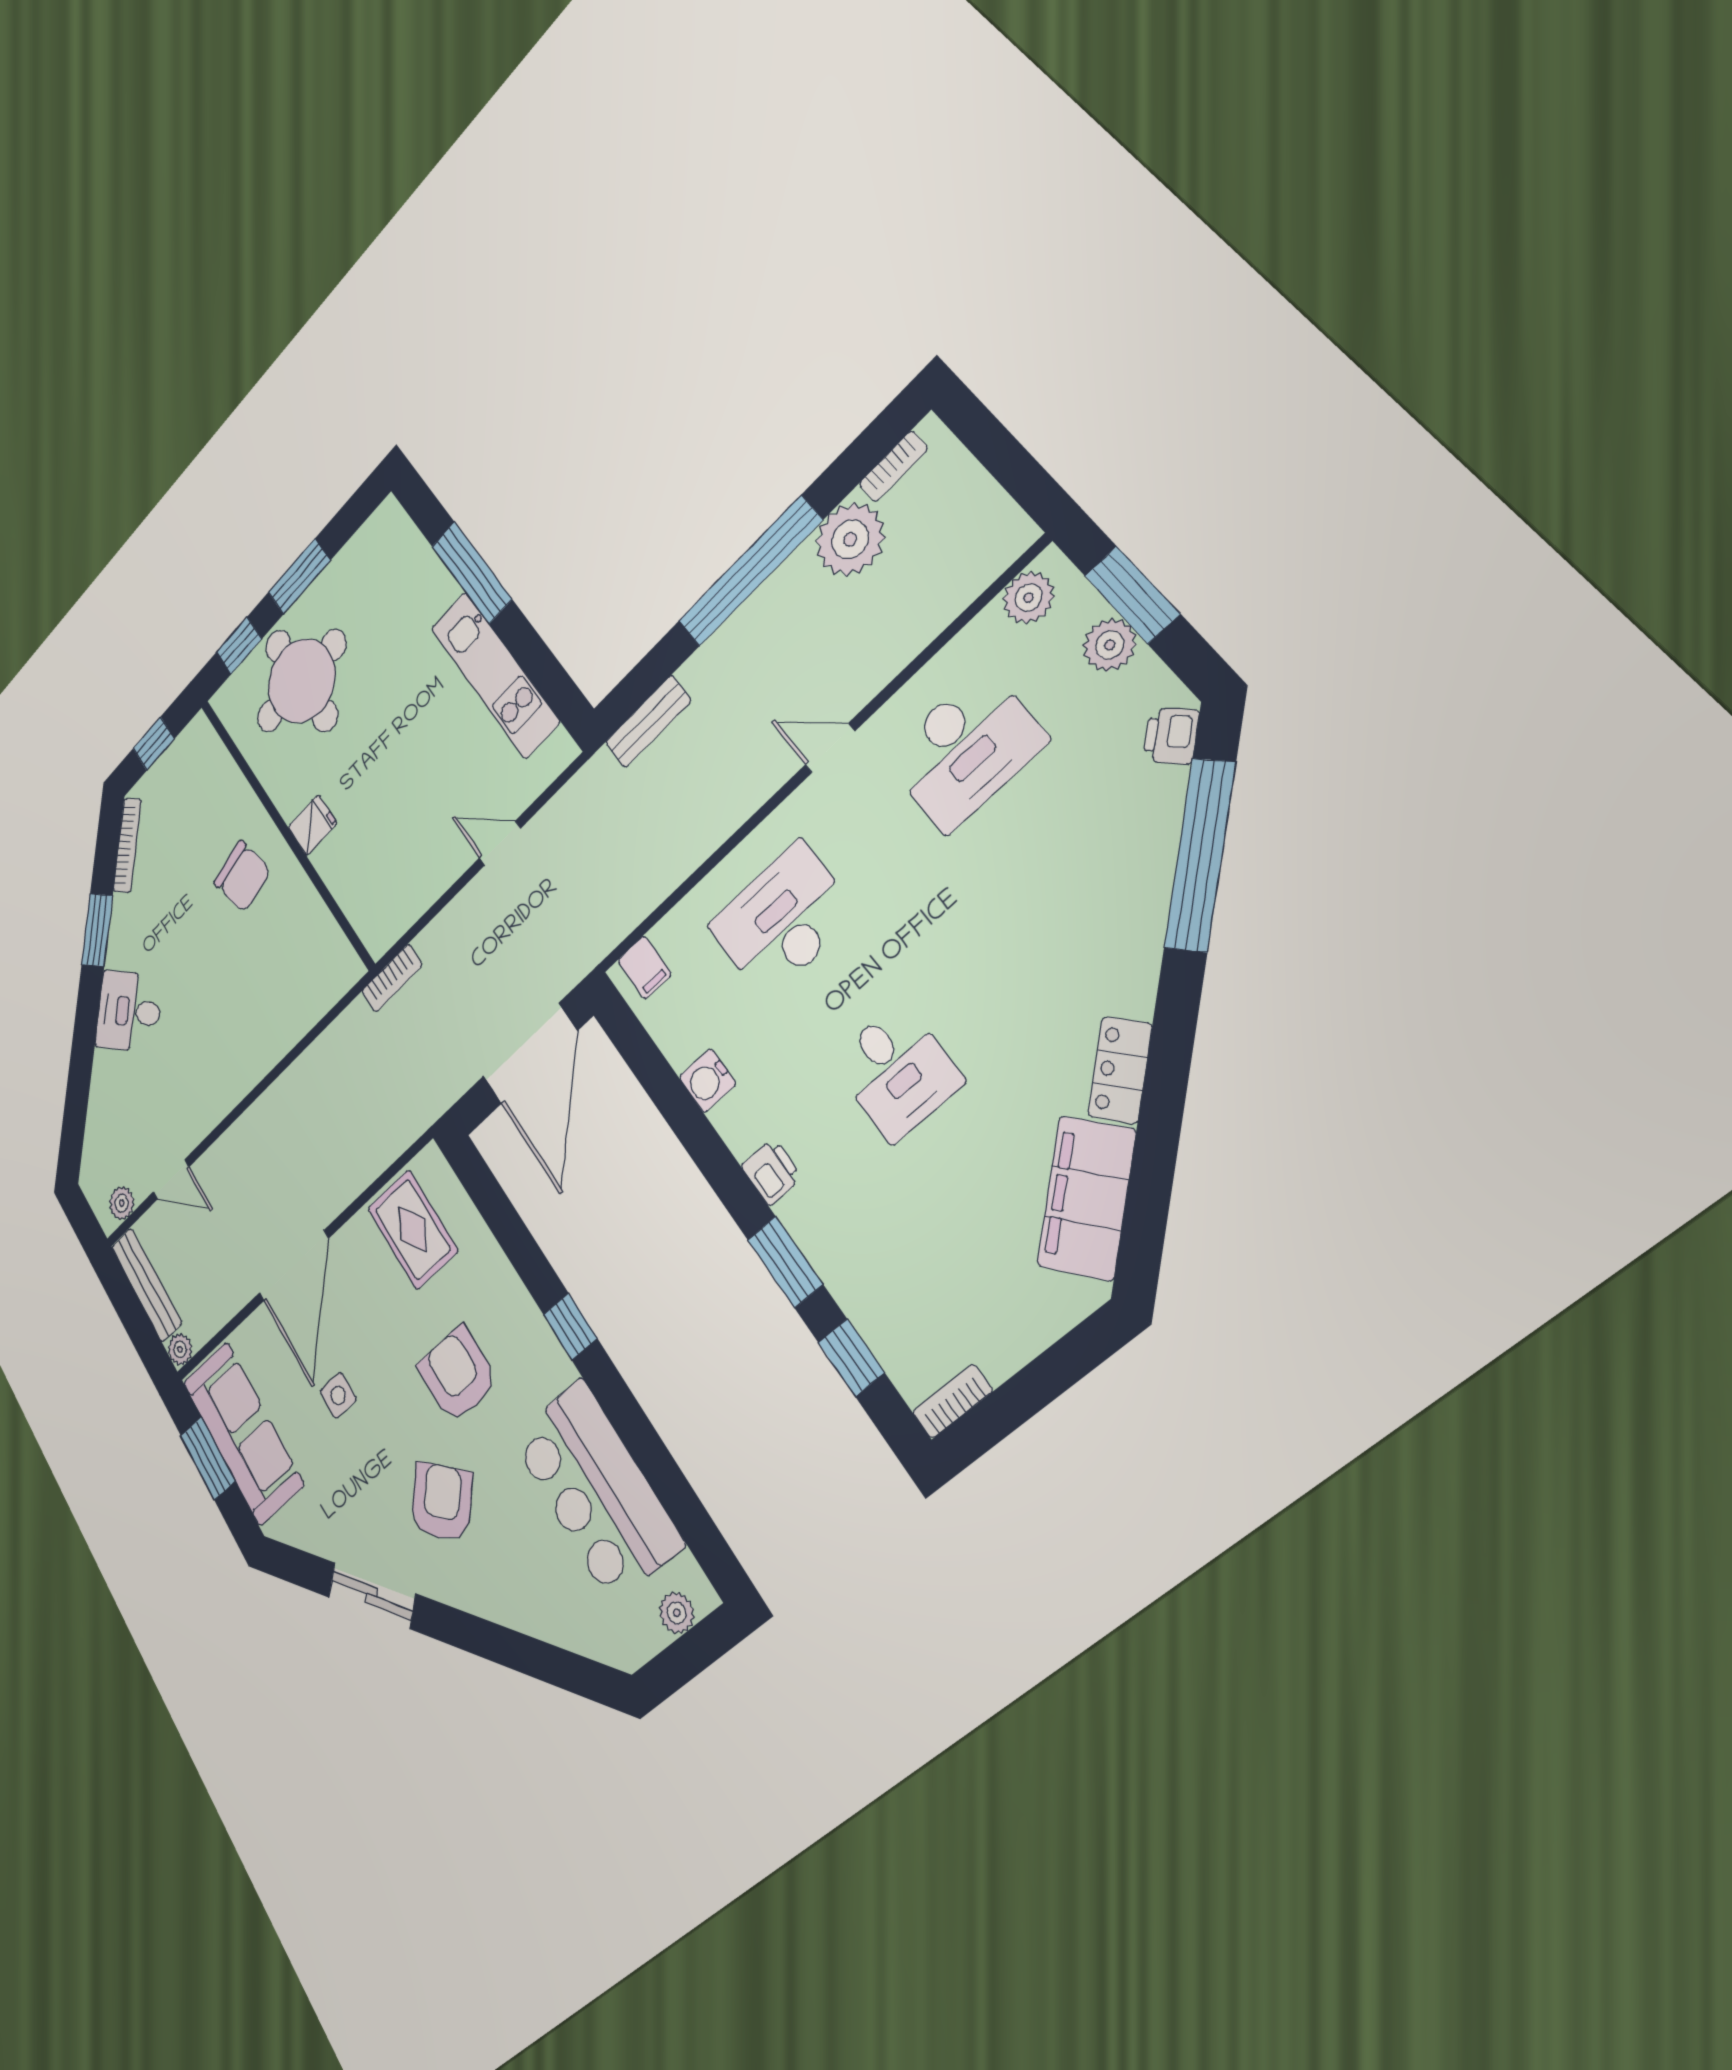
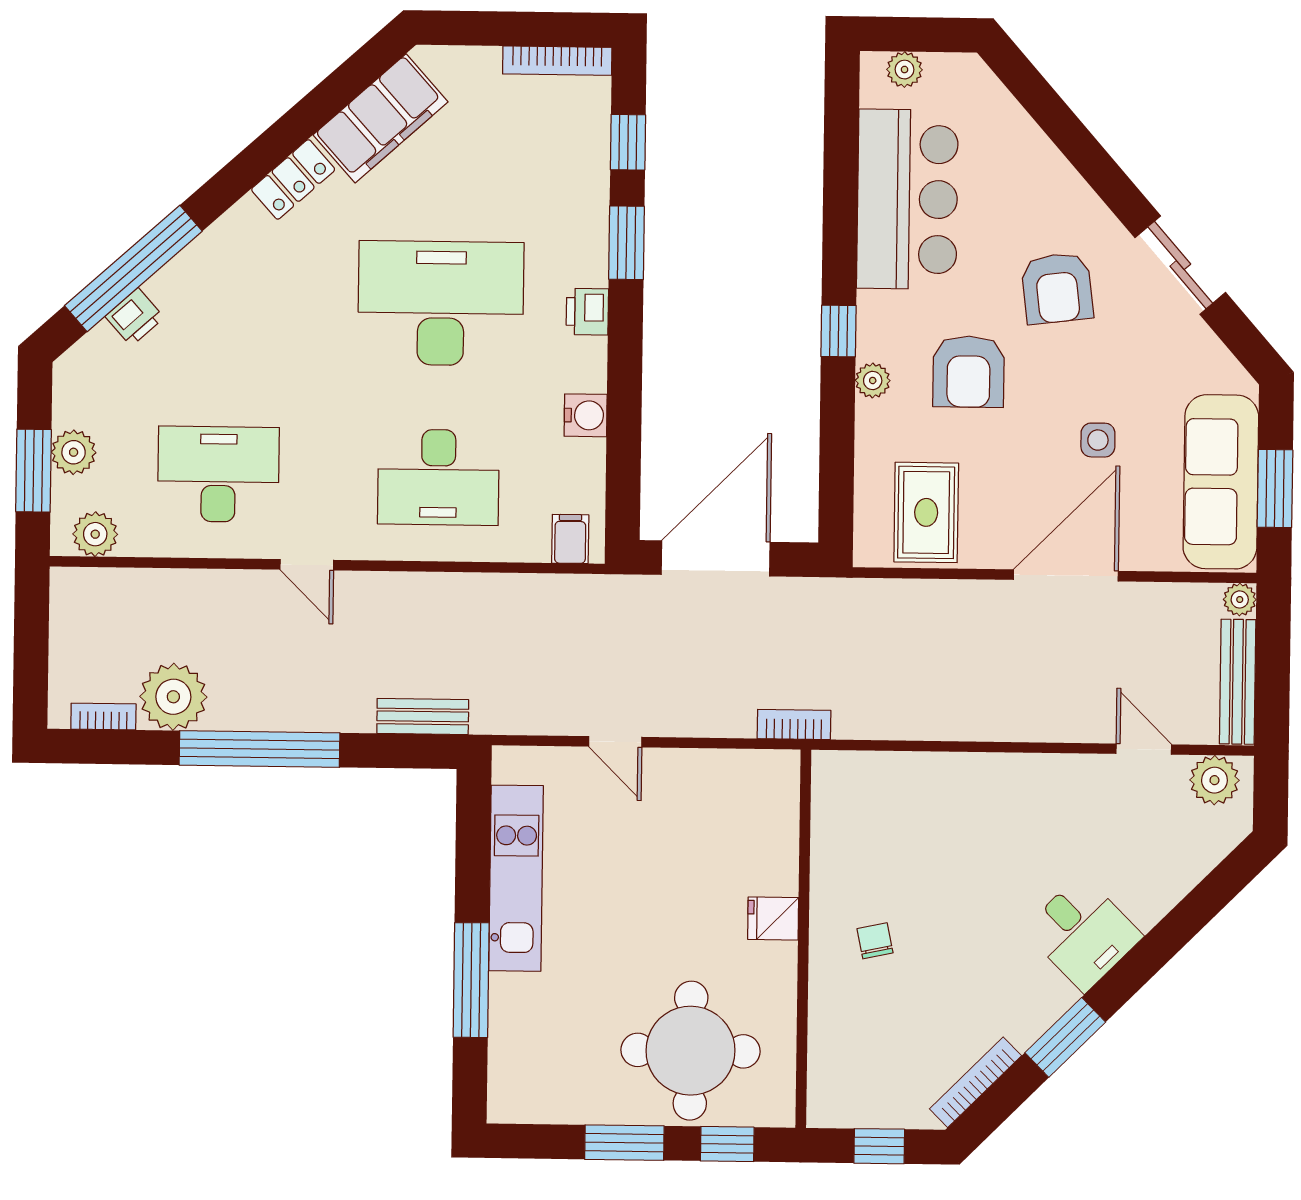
printer: (1171, 736) -> (135, 317), moved
chair: (242, 876) -> (875, 941), width x0.54, depth x0.54
desk: (897, 1071) -> (441, 303), width x1.87, depth x1.30
plant: (122, 1203) -> (1214, 780), width x1.38, depth x1.38
plant: (518, 1306) -> (873, 380), added
bookcase: (952, 1401) -> (557, 61), width x1.56
armchair: (442, 1502) -> (1057, 288), turned -50

